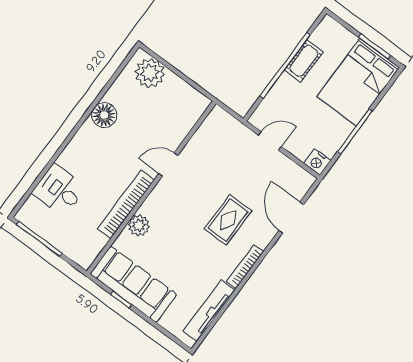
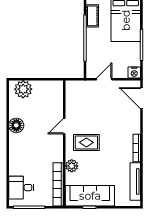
cot: (304, 61) -> (92, 16), moved
desk: (59, 190) -> (21, 188), moved
bookcase: (126, 204) -> (58, 184), moved
door: (291, 217) -> (141, 98), moved
rug: (228, 220) -> (86, 142), moved, turned 90

